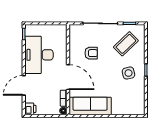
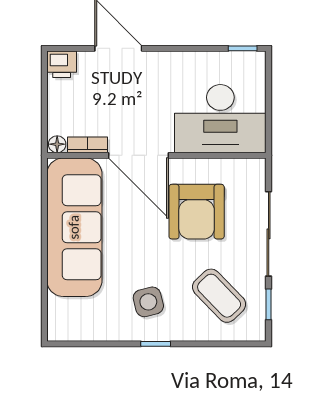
armchair: (91, 53) -> (197, 212), width x1.88, depth x1.88
desk: (39, 55) -> (220, 119), moved, turned 180
door: (68, 77) -> (138, 155), hinge flipped
sofa: (90, 106) -> (74, 227), width x1.36, depth x1.27

